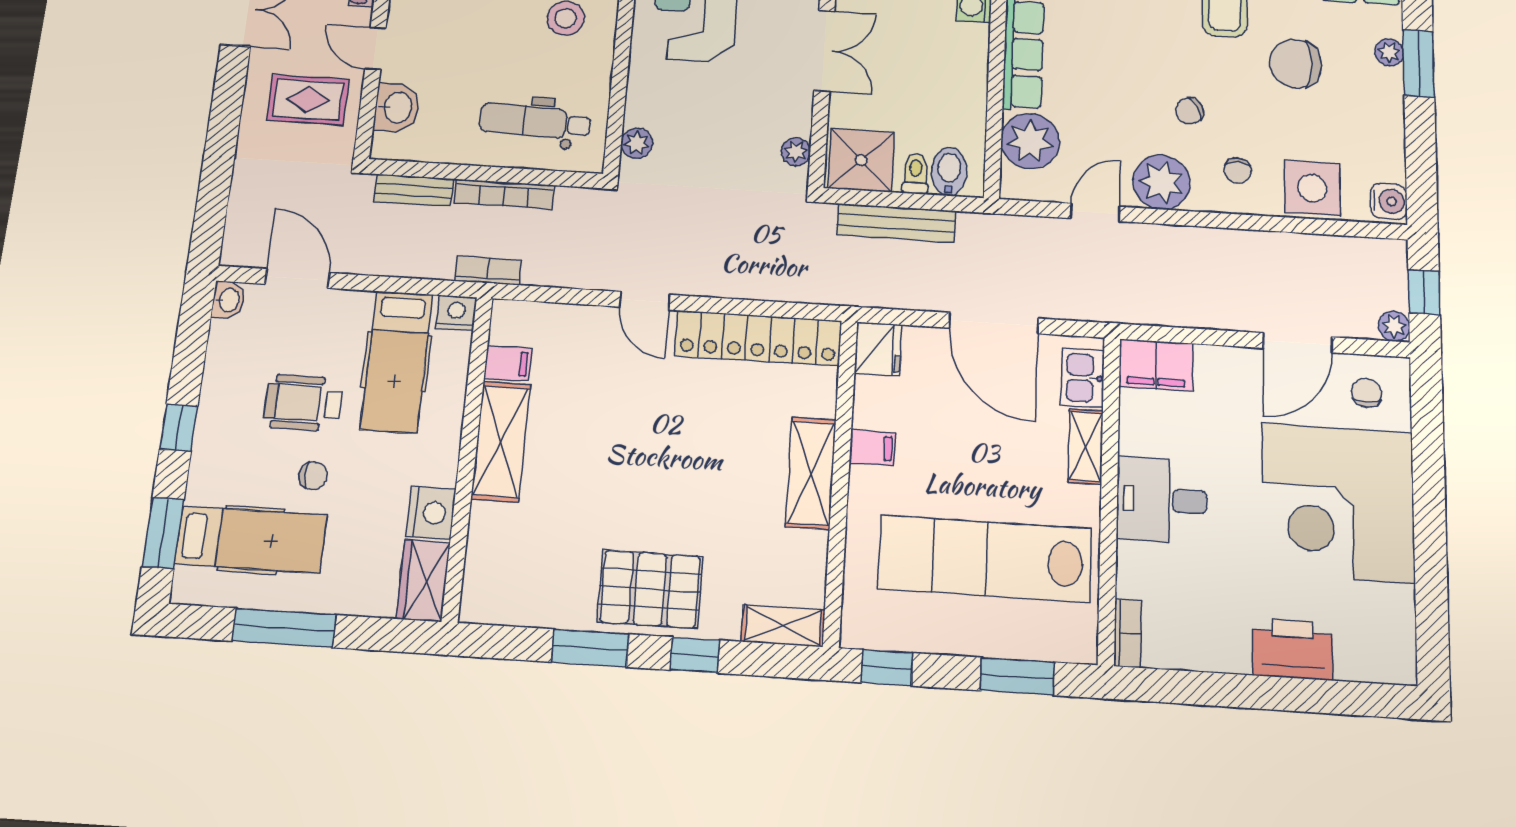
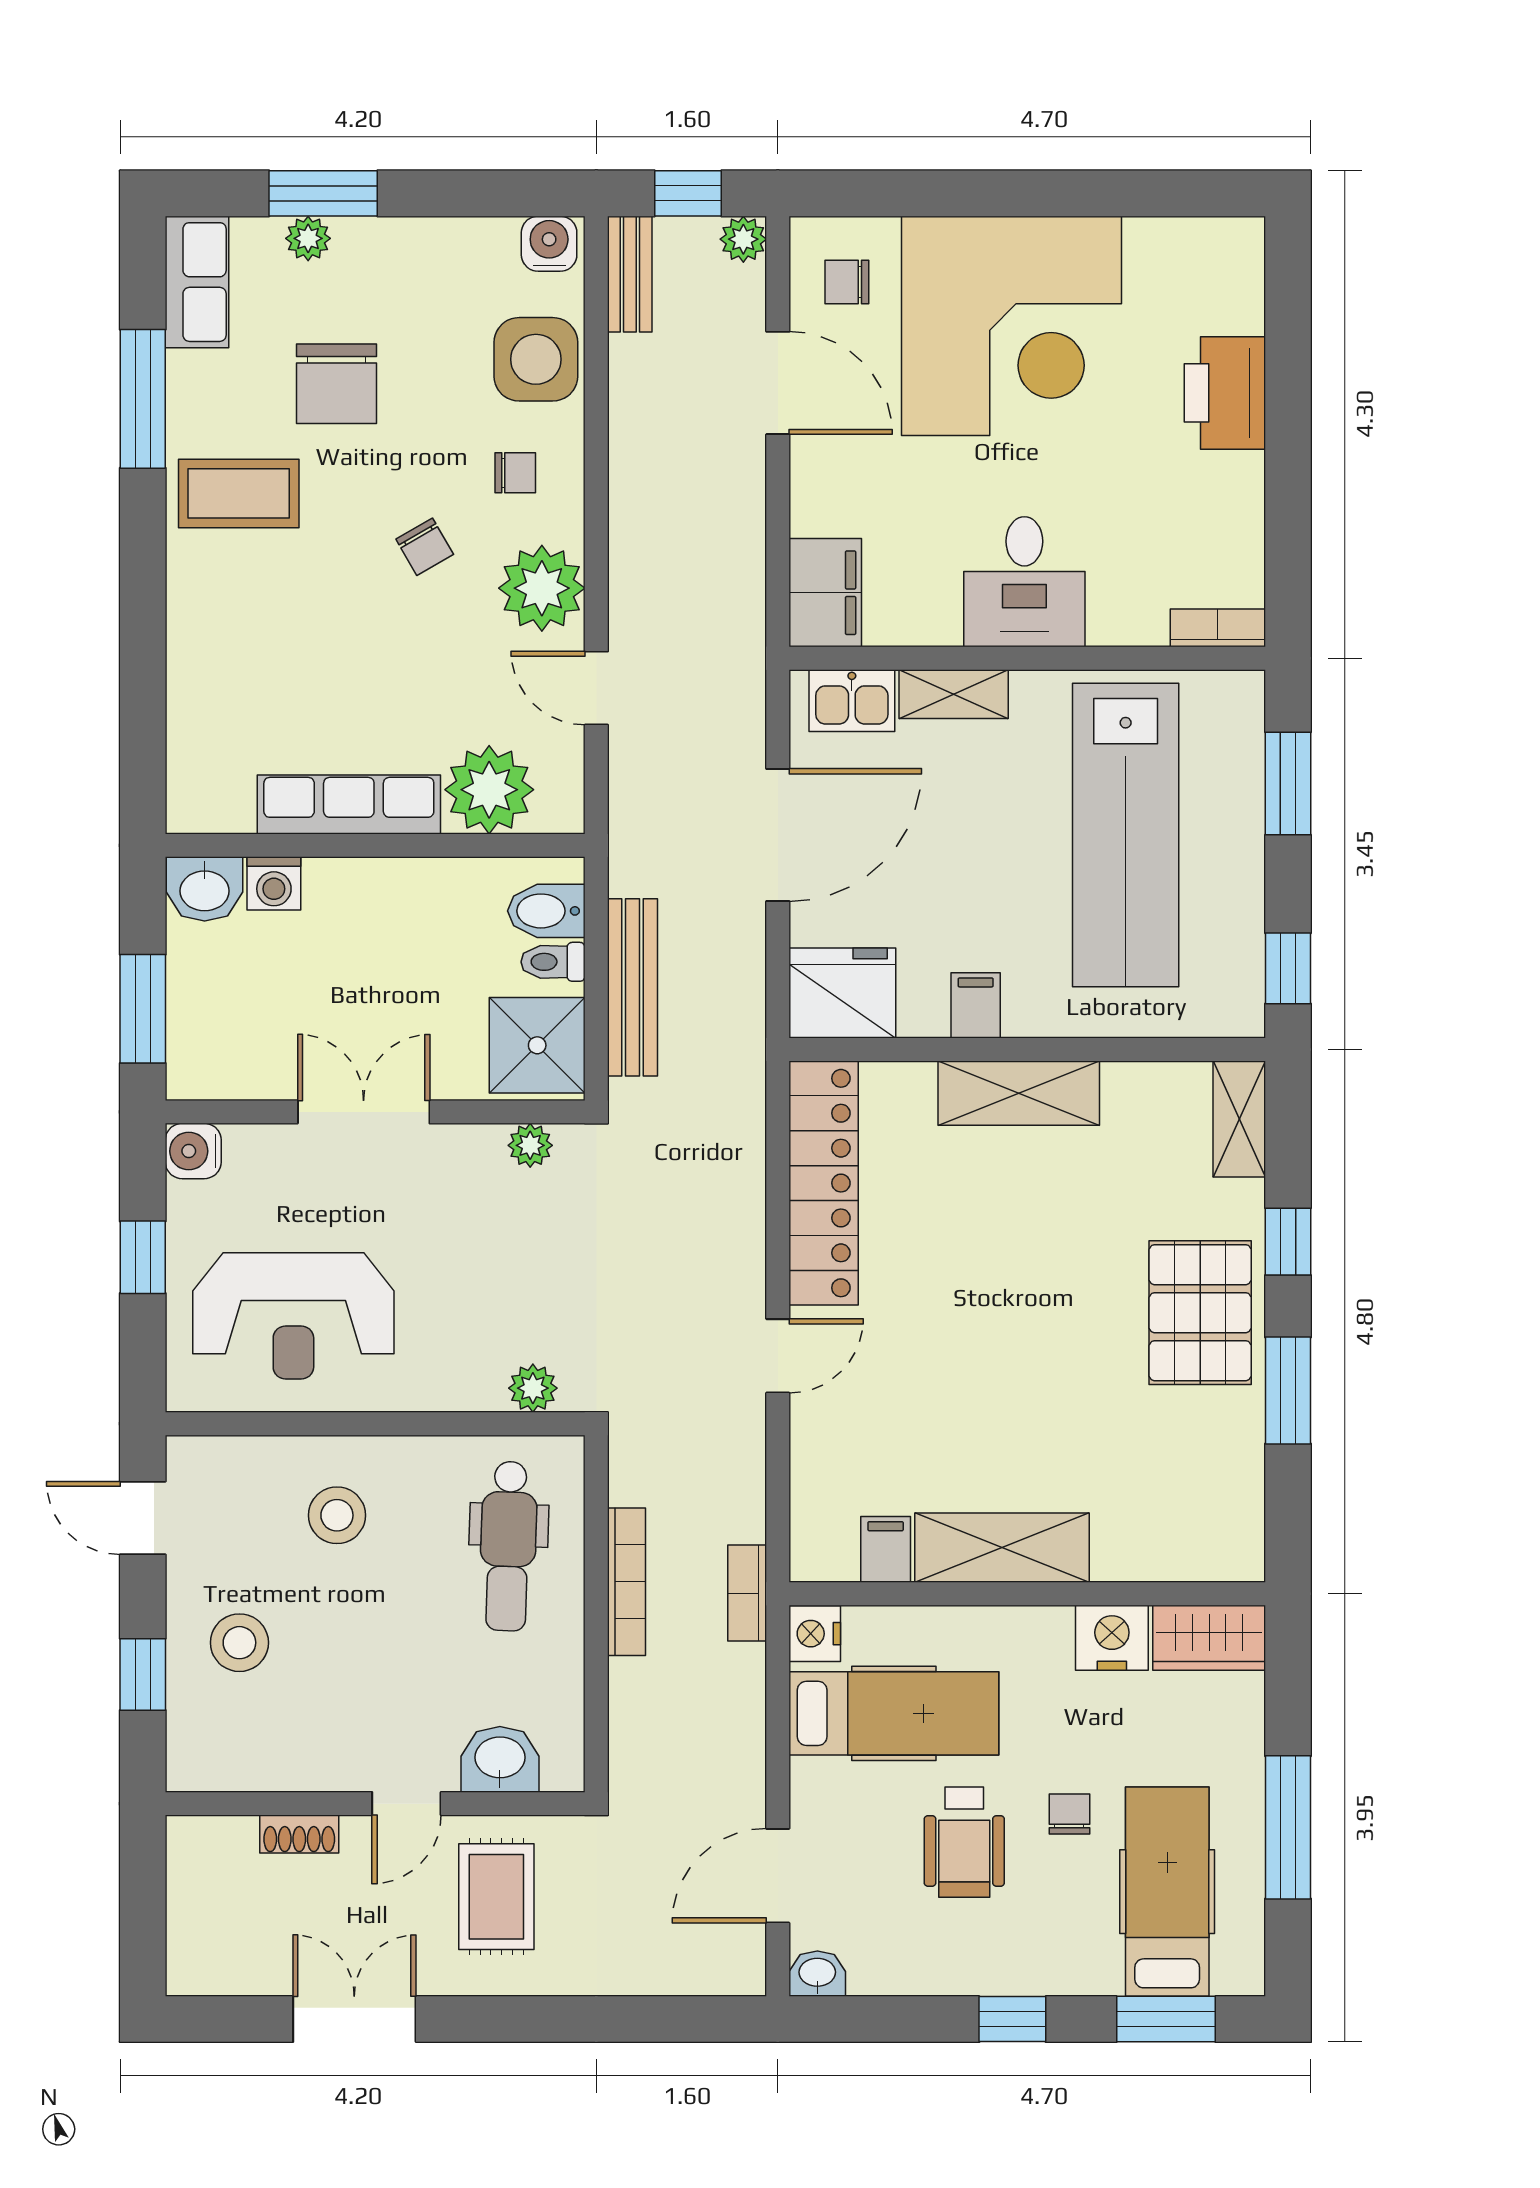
bench: (414, 190) -> (630, 274), moved
fridge: (878, 349) -> (842, 993), width x1.36, depth x1.34

